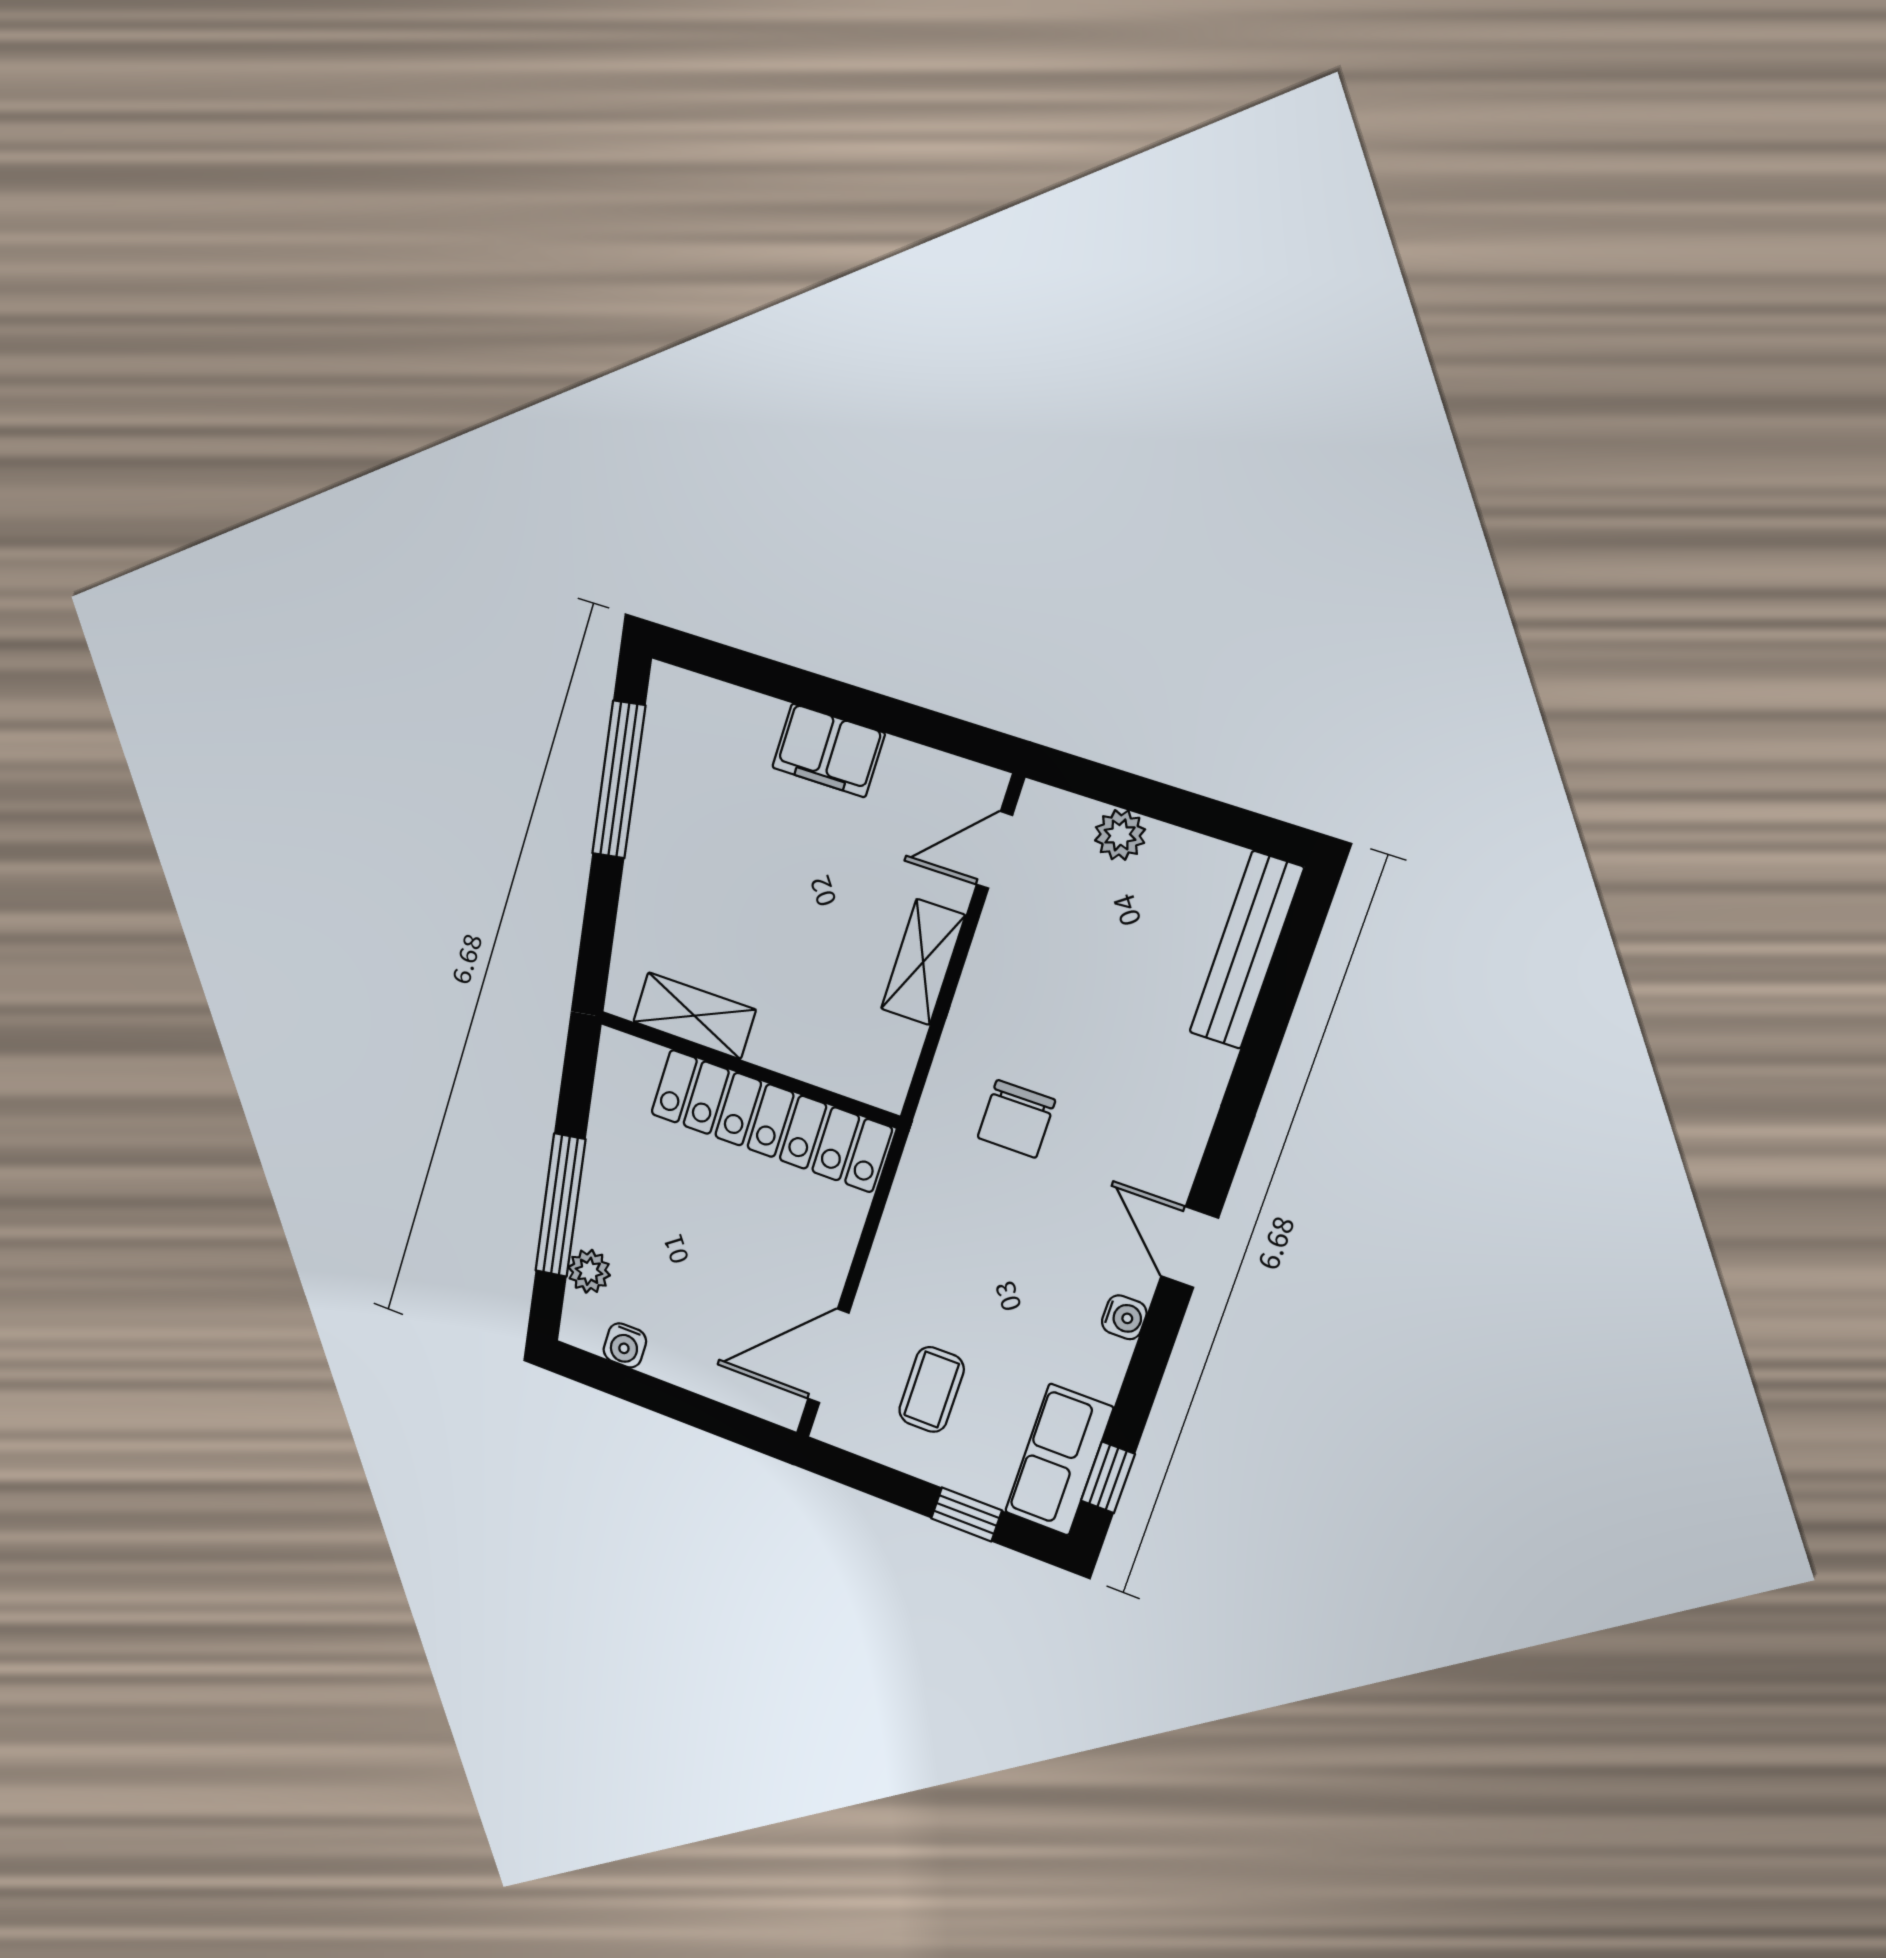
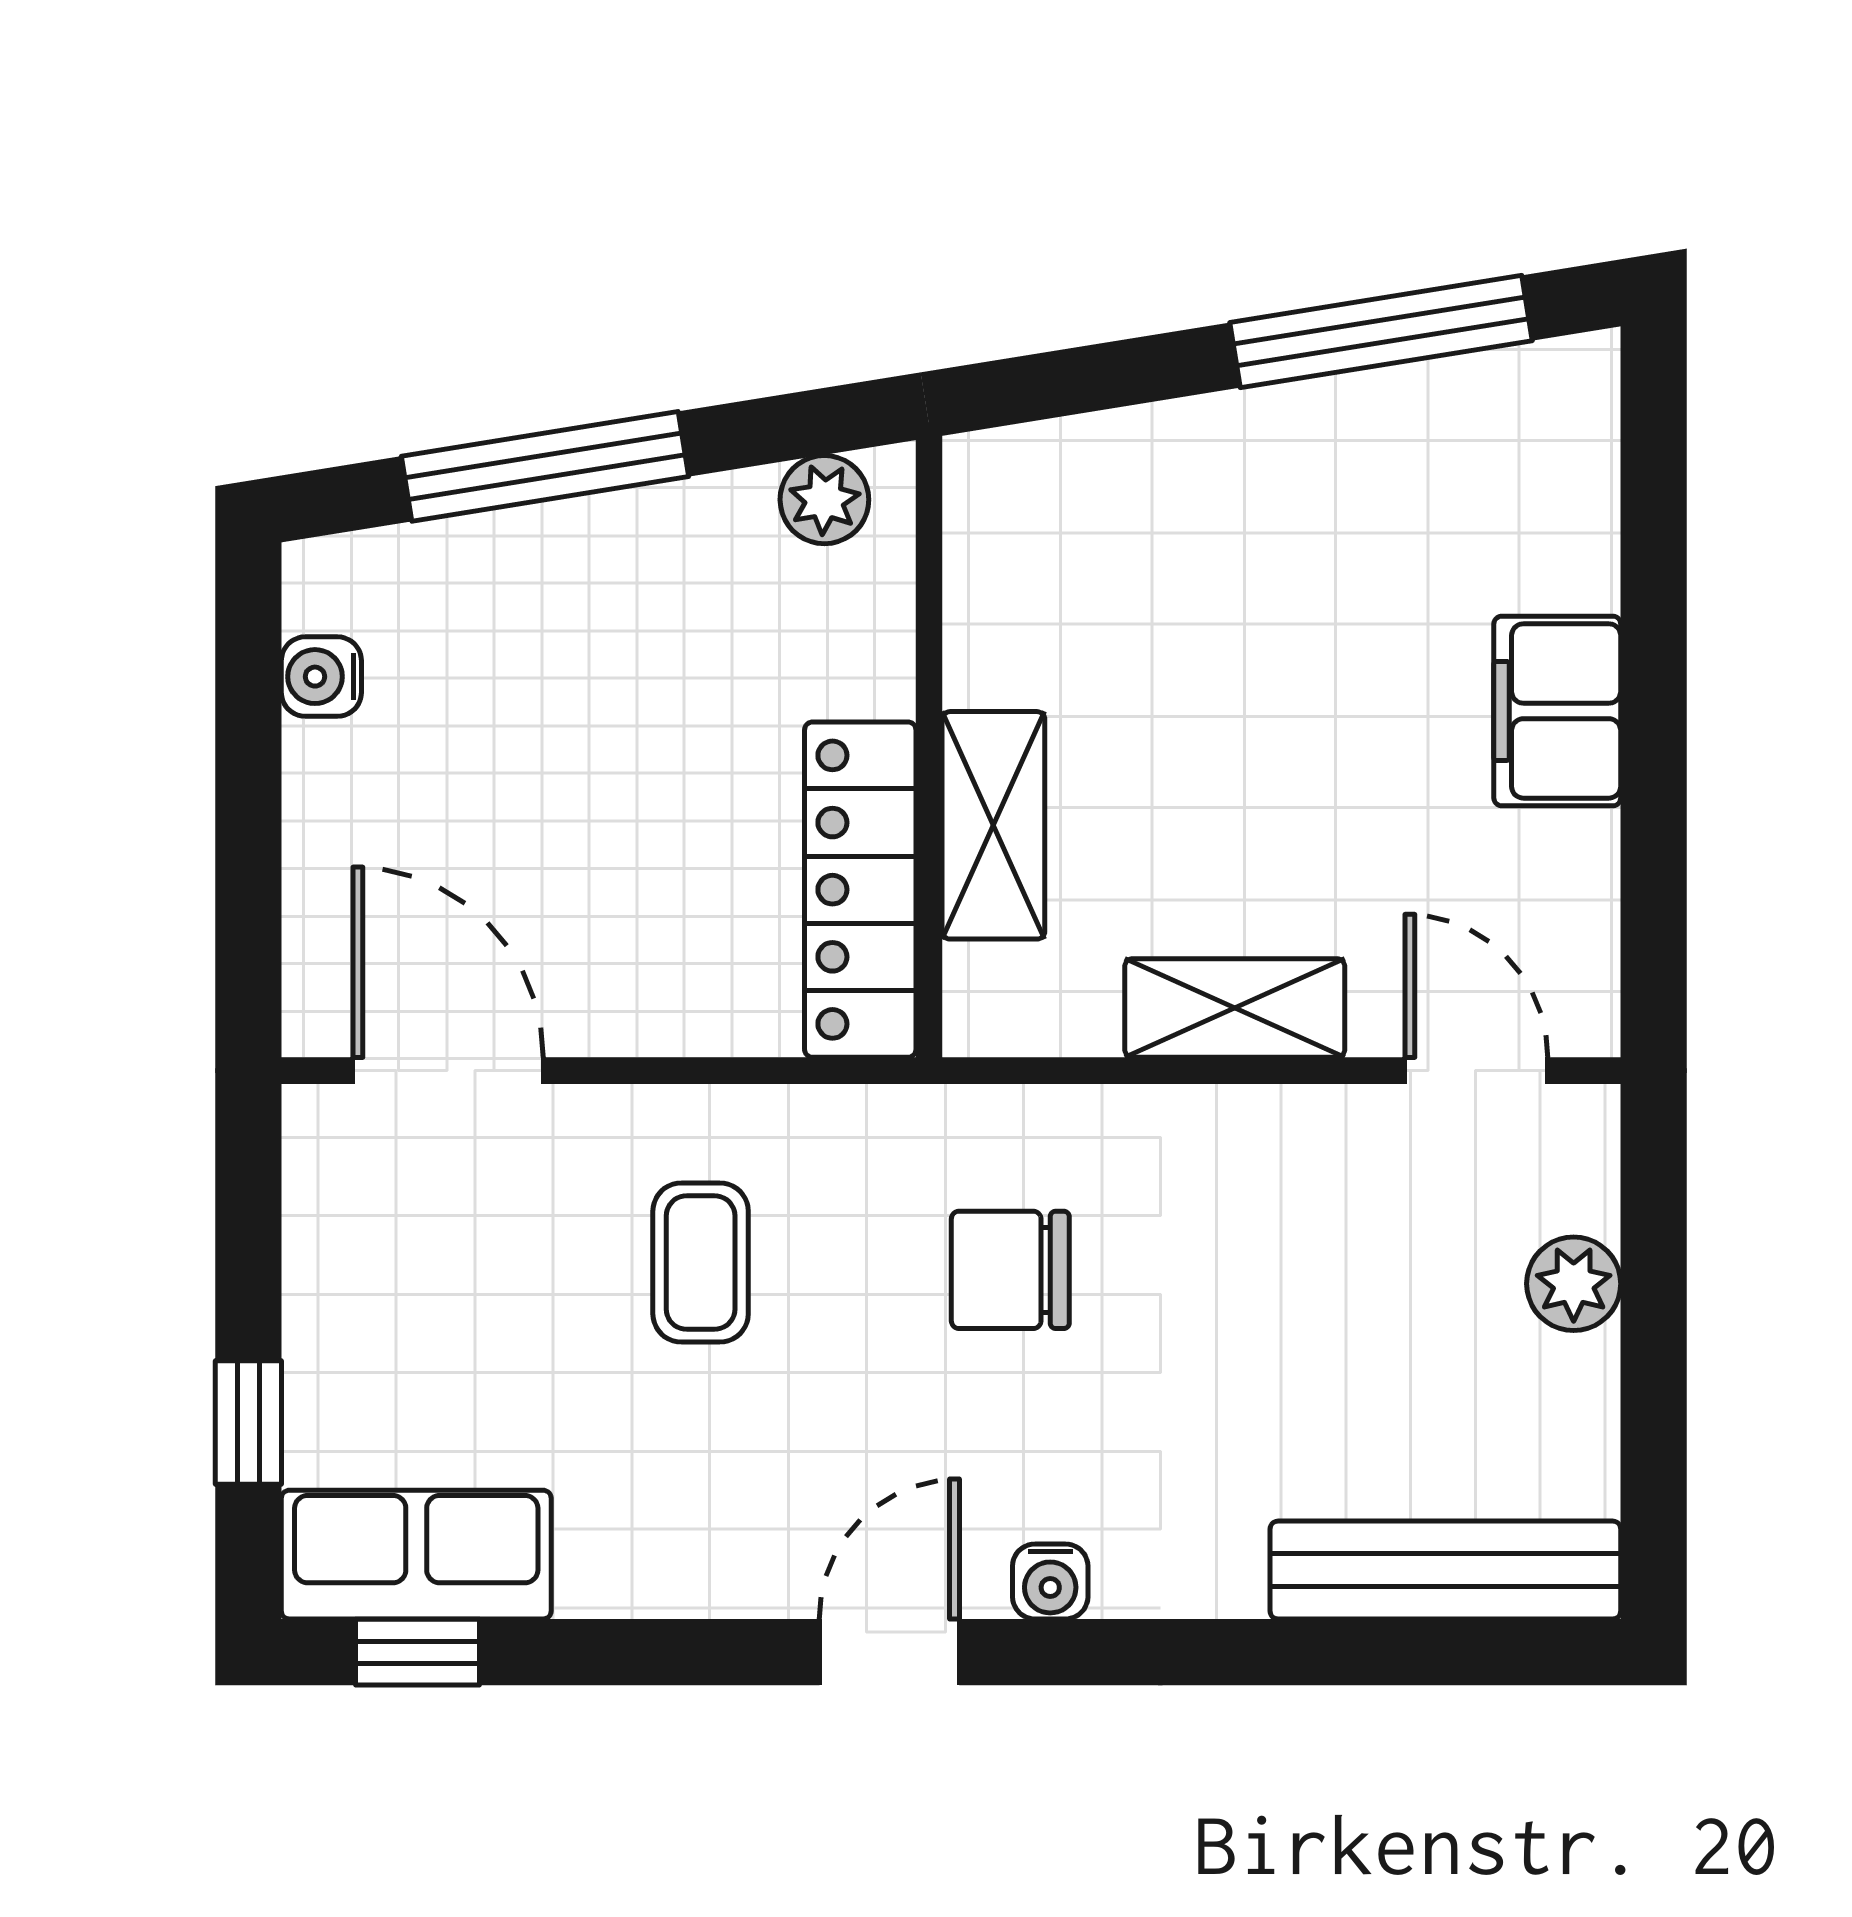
shelving: (694, 1016) -> (993, 825), moved
locker: (771, 1121) -> (860, 890), width x0.71, depth x0.83
plant: (589, 1271) -> (824, 500), moved
water cooler: (1124, 1317) -> (1050, 1581), moved
coffee table: (932, 1389) -> (701, 1263), moved, turned 90

